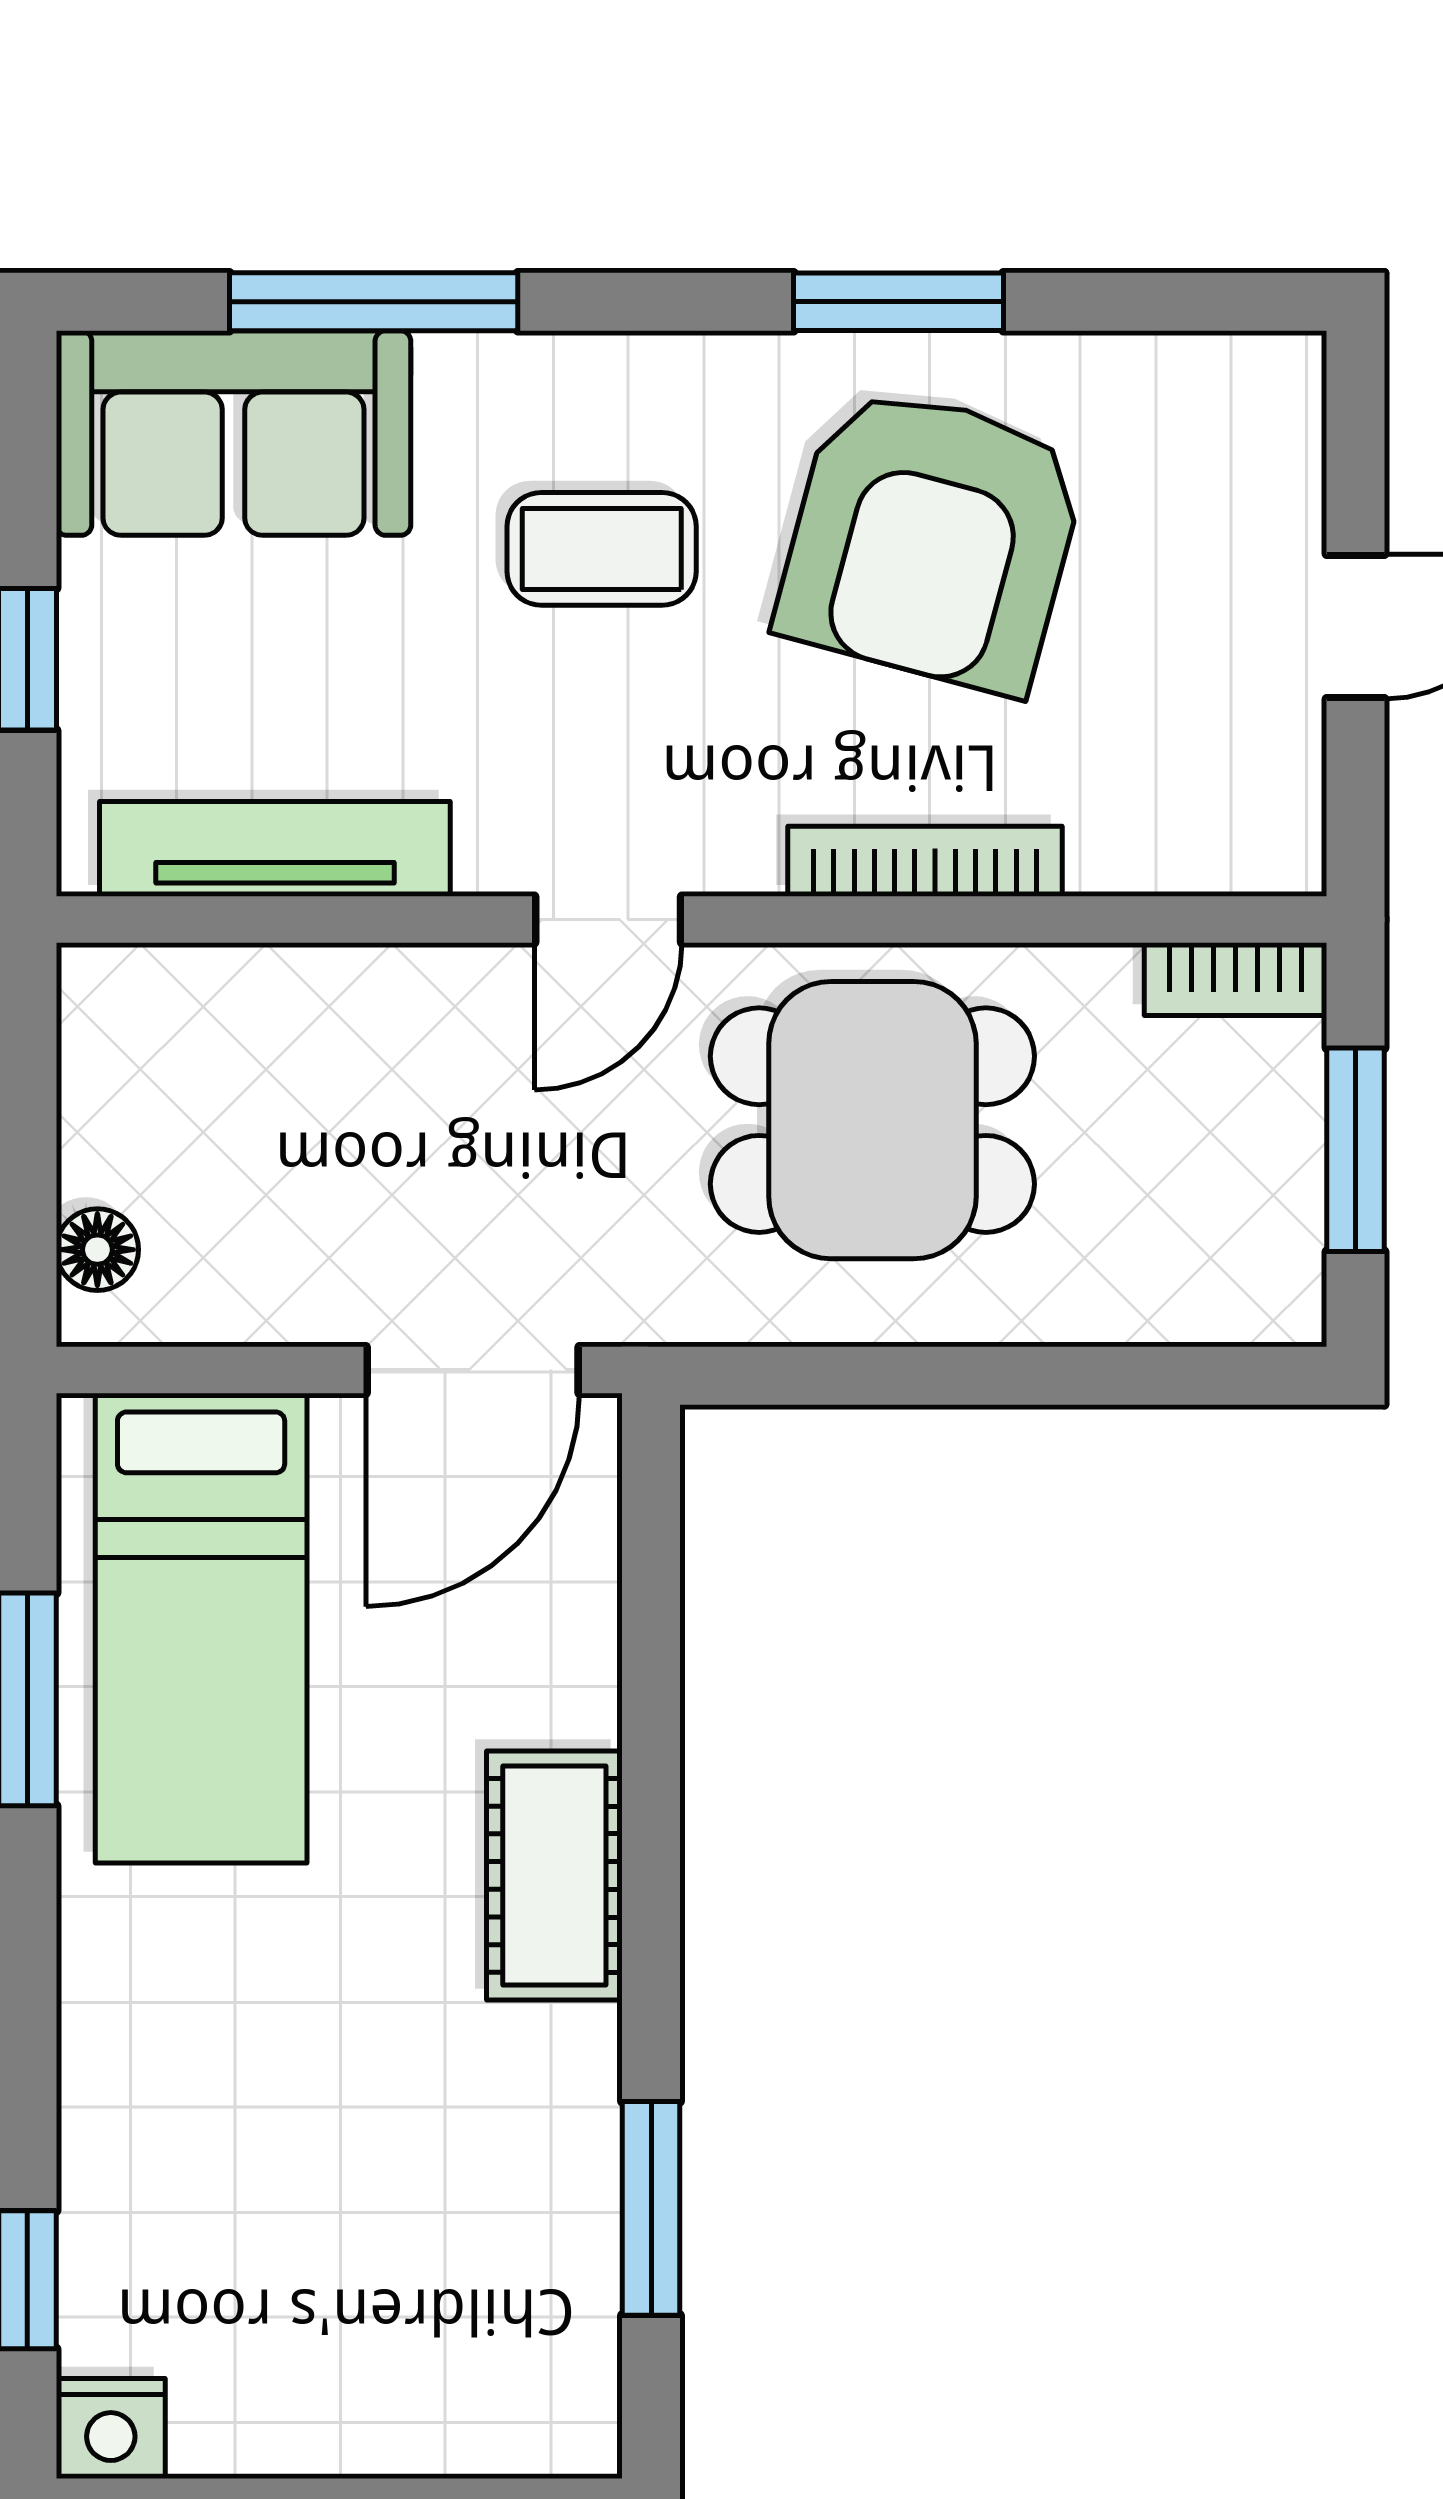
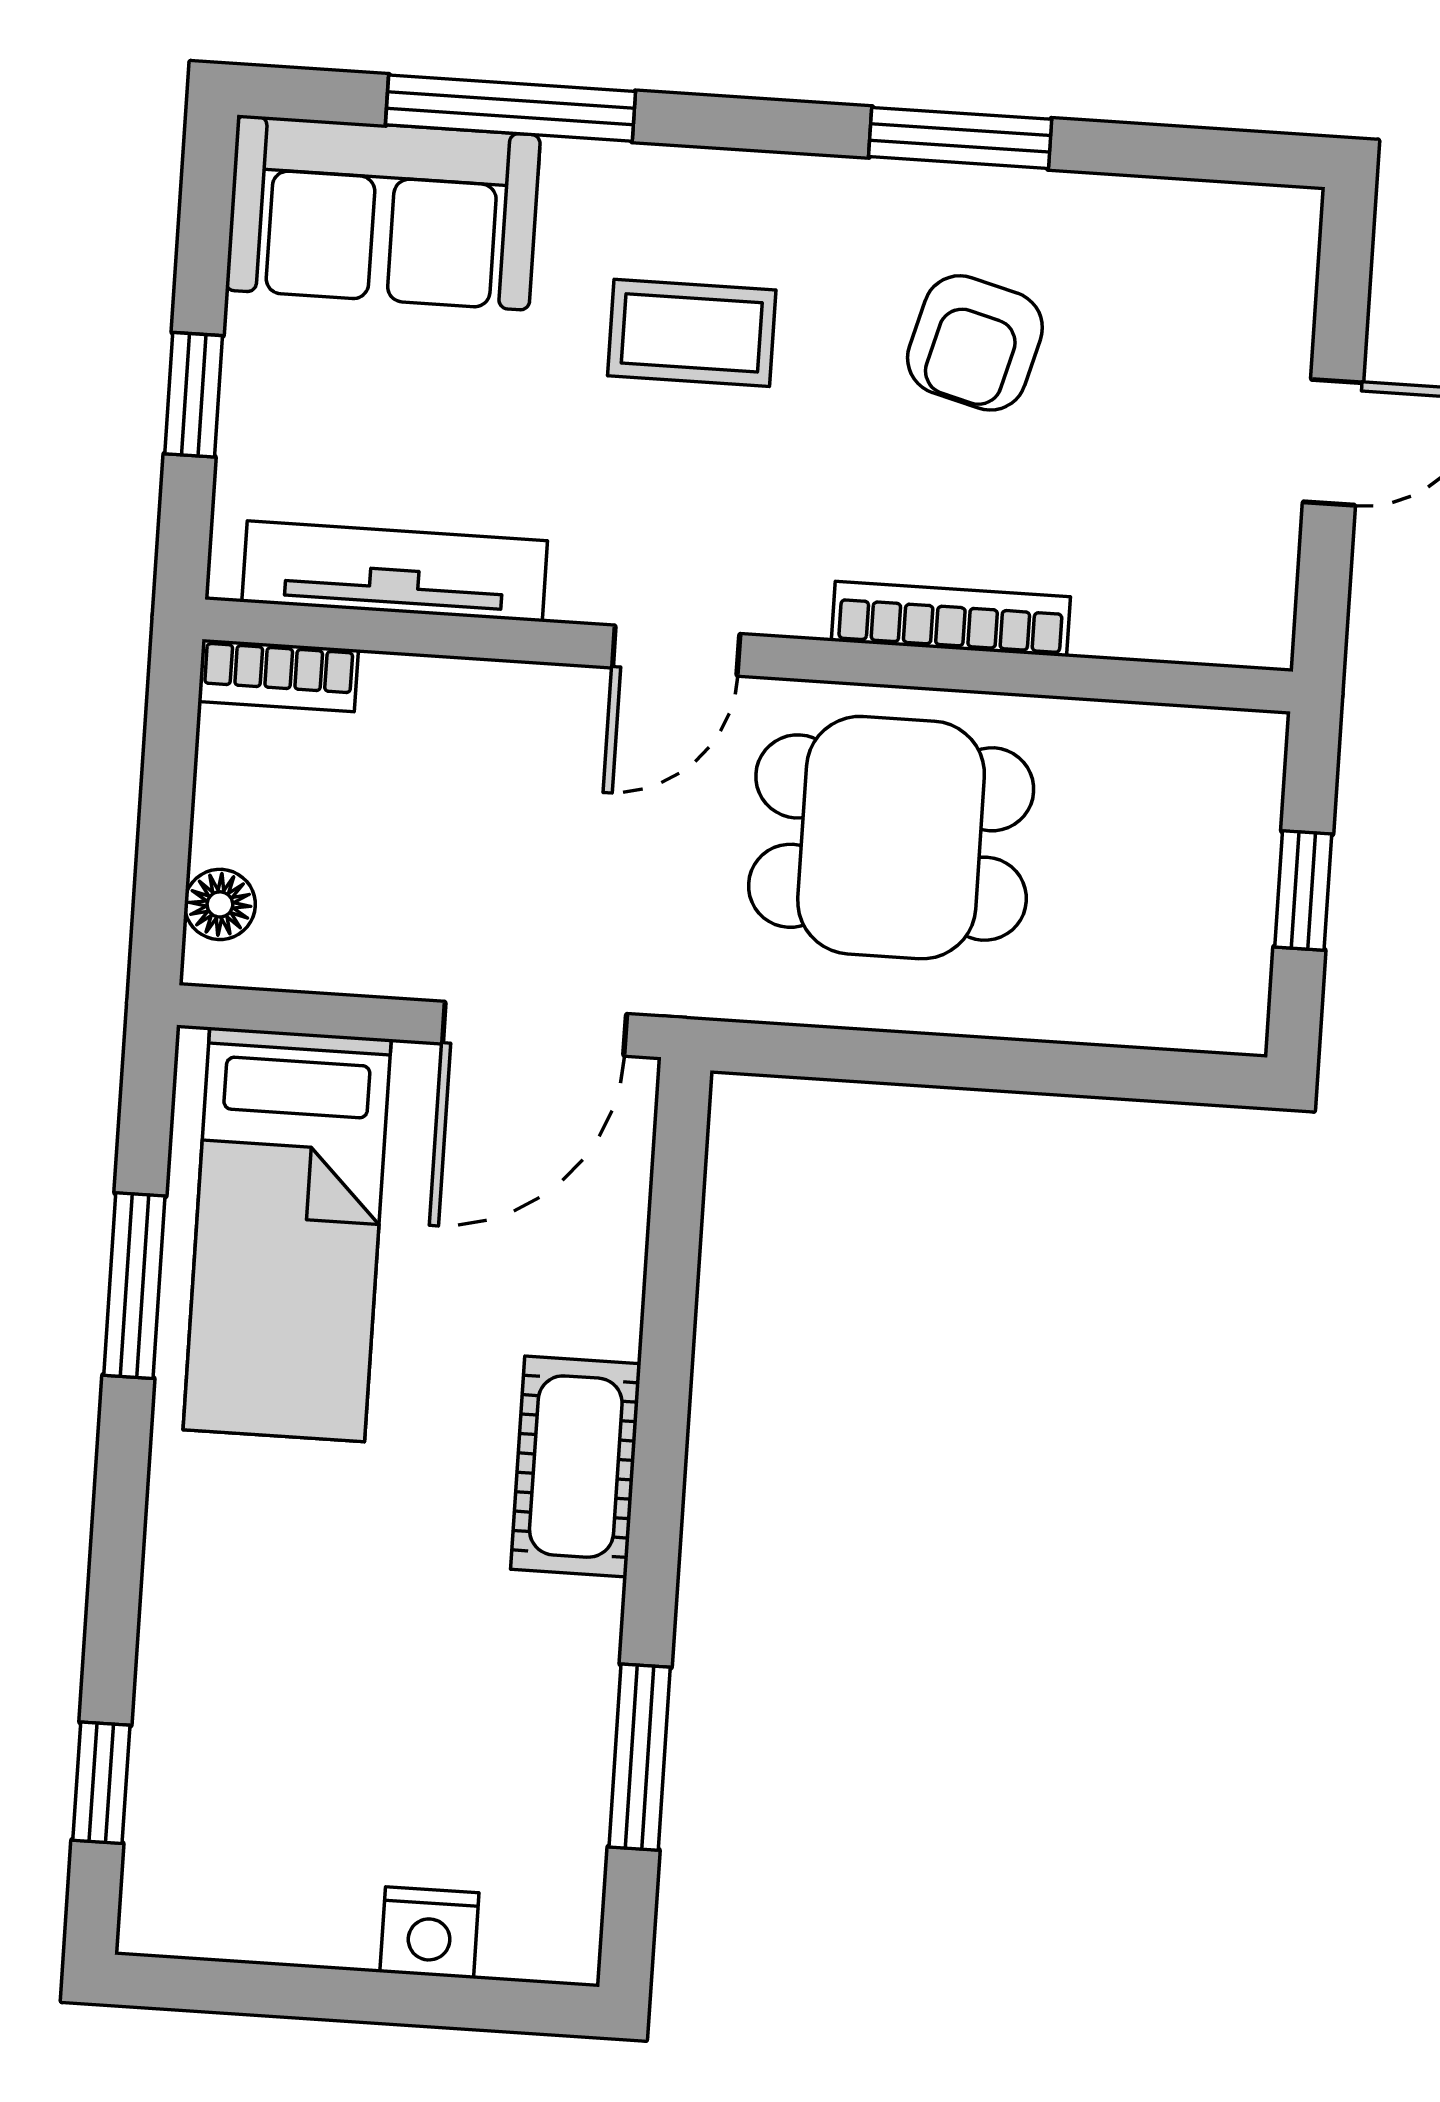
armchair: (932, 539) -> (975, 343), width x0.53, depth x0.53
bookcase: (1236, 979) -> (278, 676), moved
window: (1356, 1150) -> (1303, 890), width x0.67
nightstand: (111, 2429) -> (429, 1933), moved

